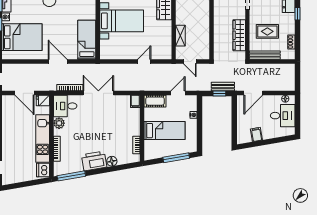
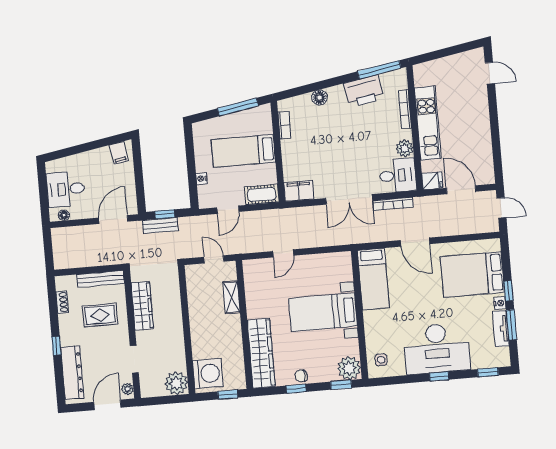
filing cabinet: (135, 101) -> (299, 191), width x2.00
filing cabinet: (256, 134) -> (119, 153), moved
window: (176, 158) -> (238, 107), moved
printer: (94, 161) -> (364, 91), moved
dishwasher: (43, 170) -> (423, 75), removed

